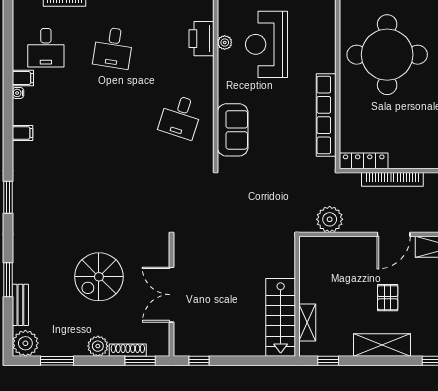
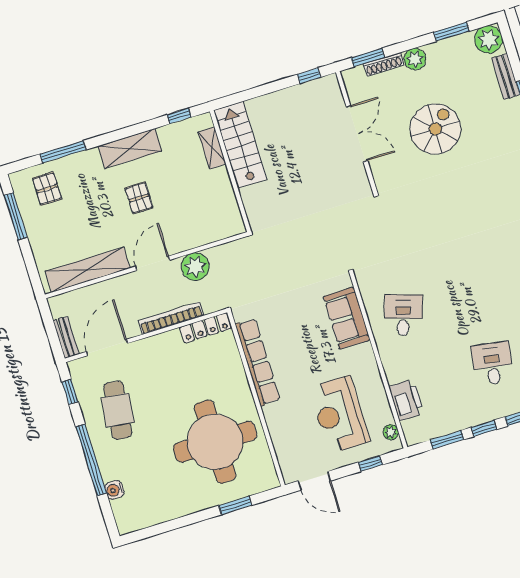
plant: (225, 42) -> (391, 432), moved
reception desk: (266, 44) -> (339, 415), turned 180
plant: (330, 219) -> (195, 267), moved

